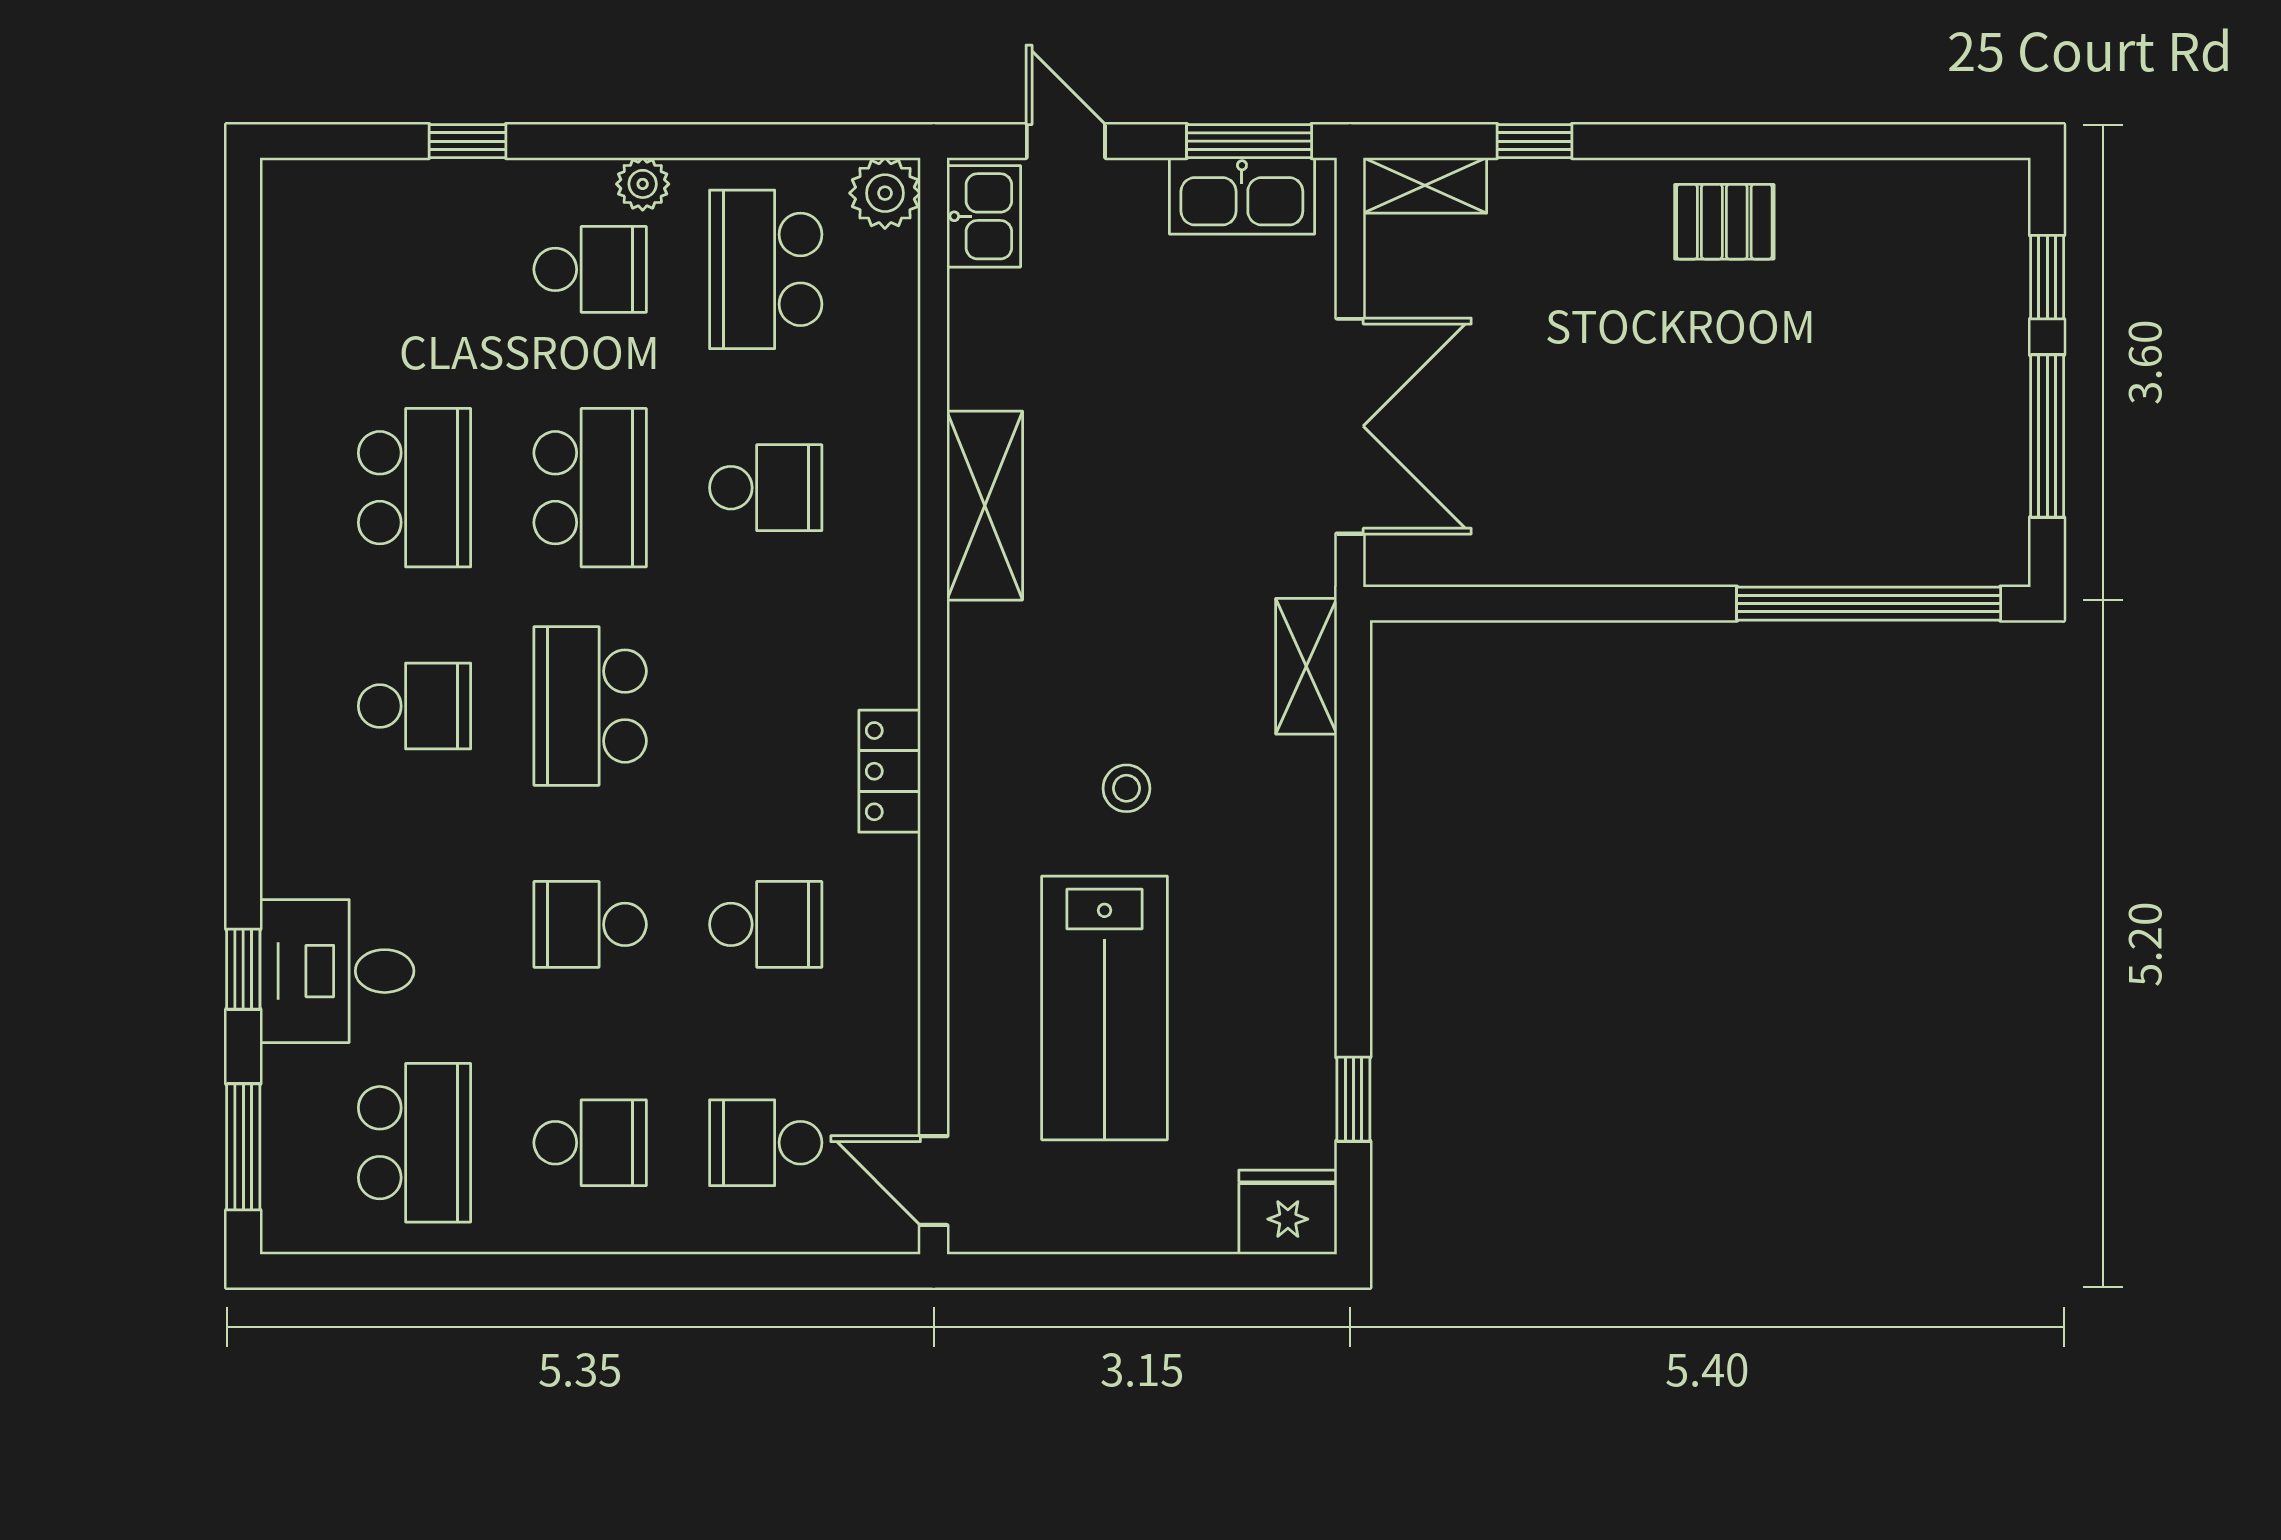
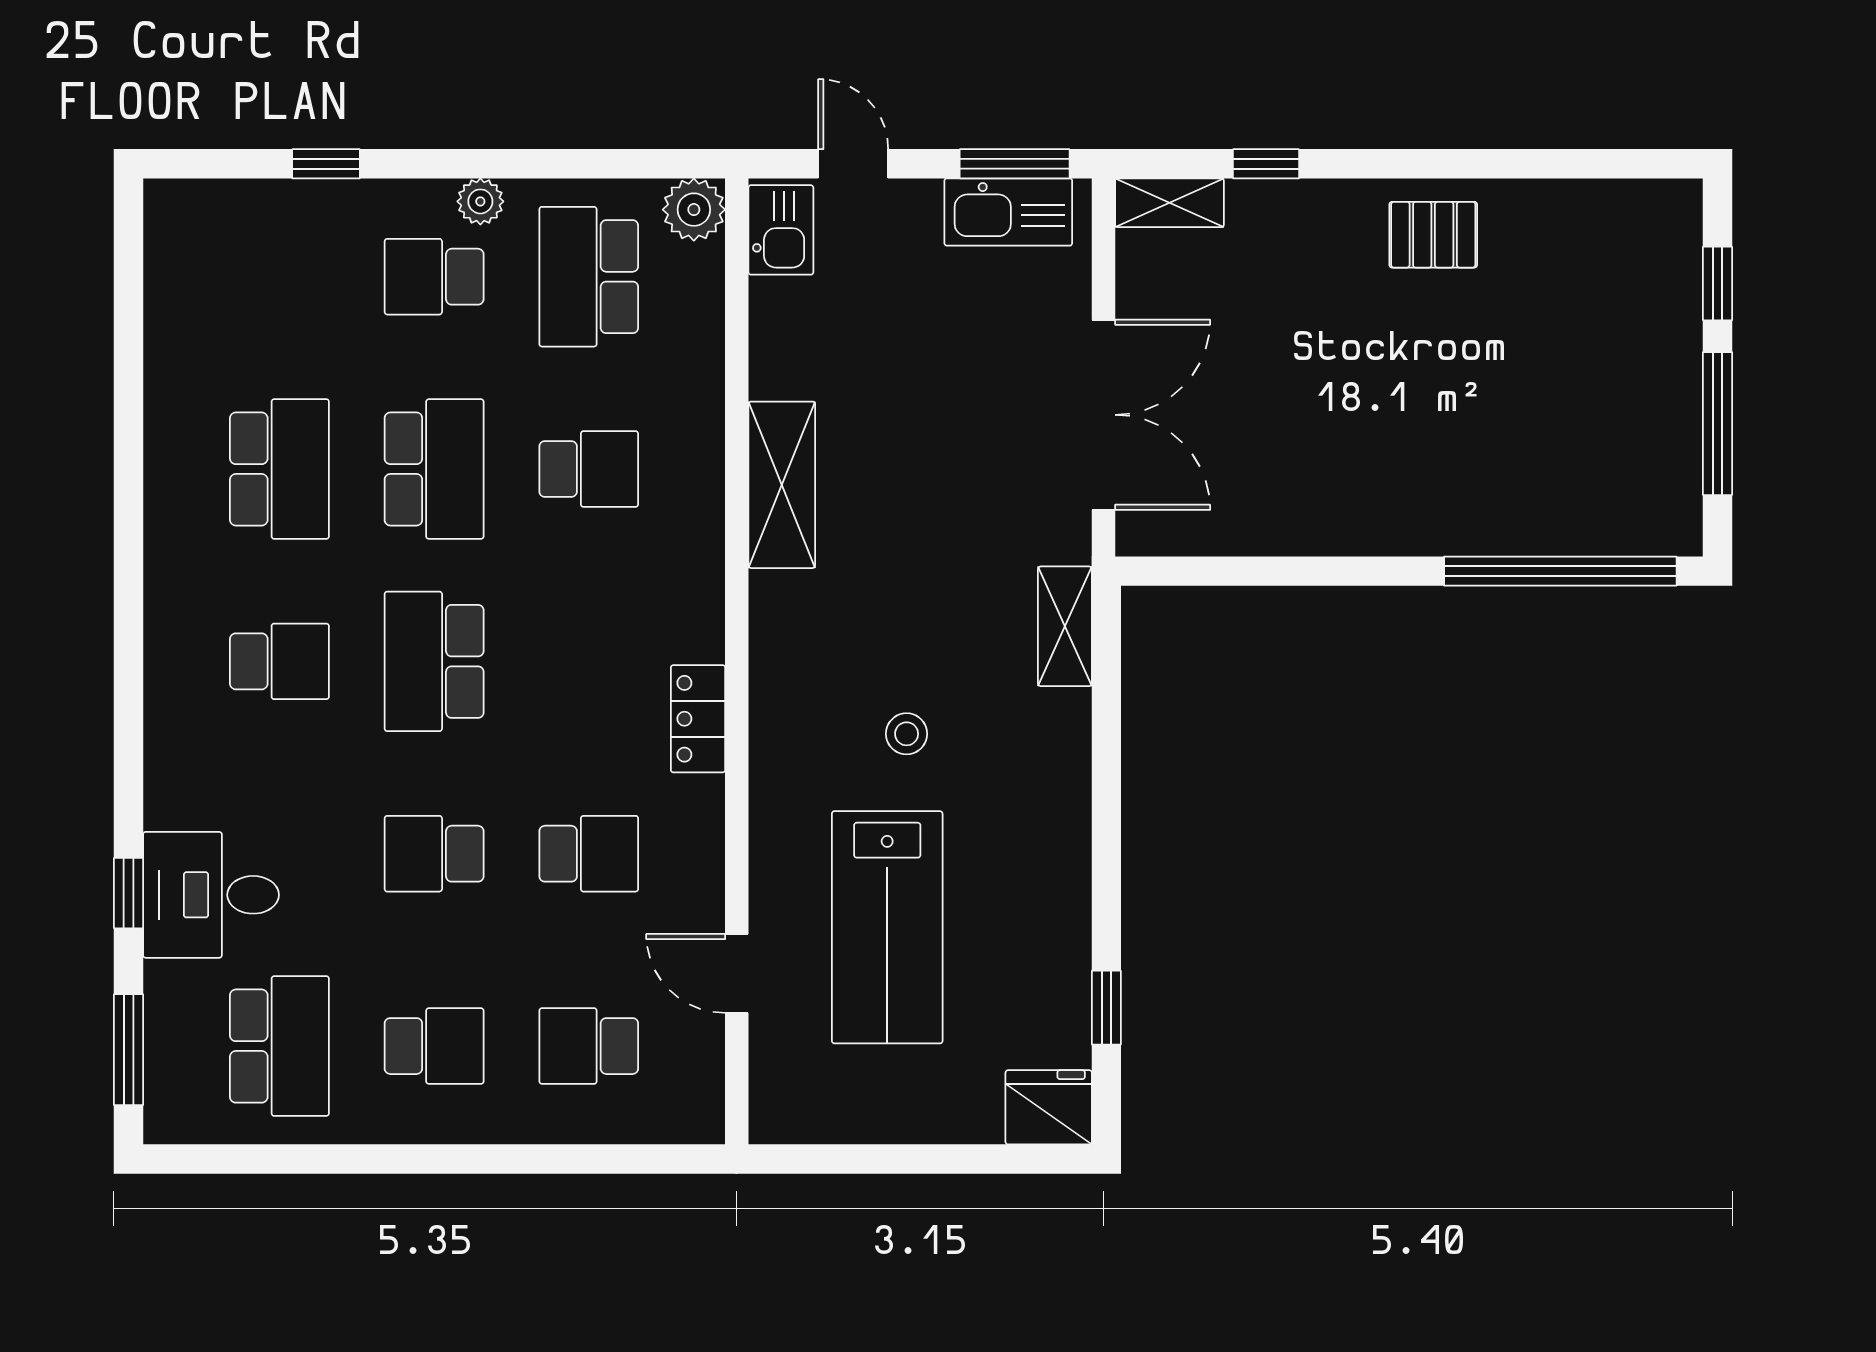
school desk: (590, 269) -> (434, 277), turned 180
door: (934, 1181) -> (737, 973), moved

